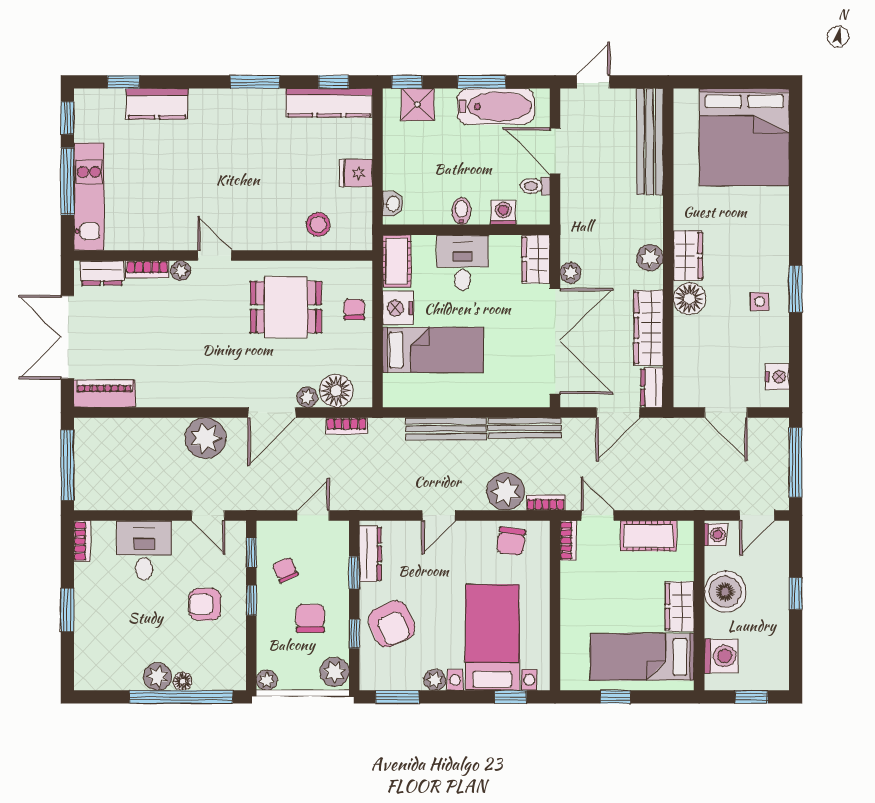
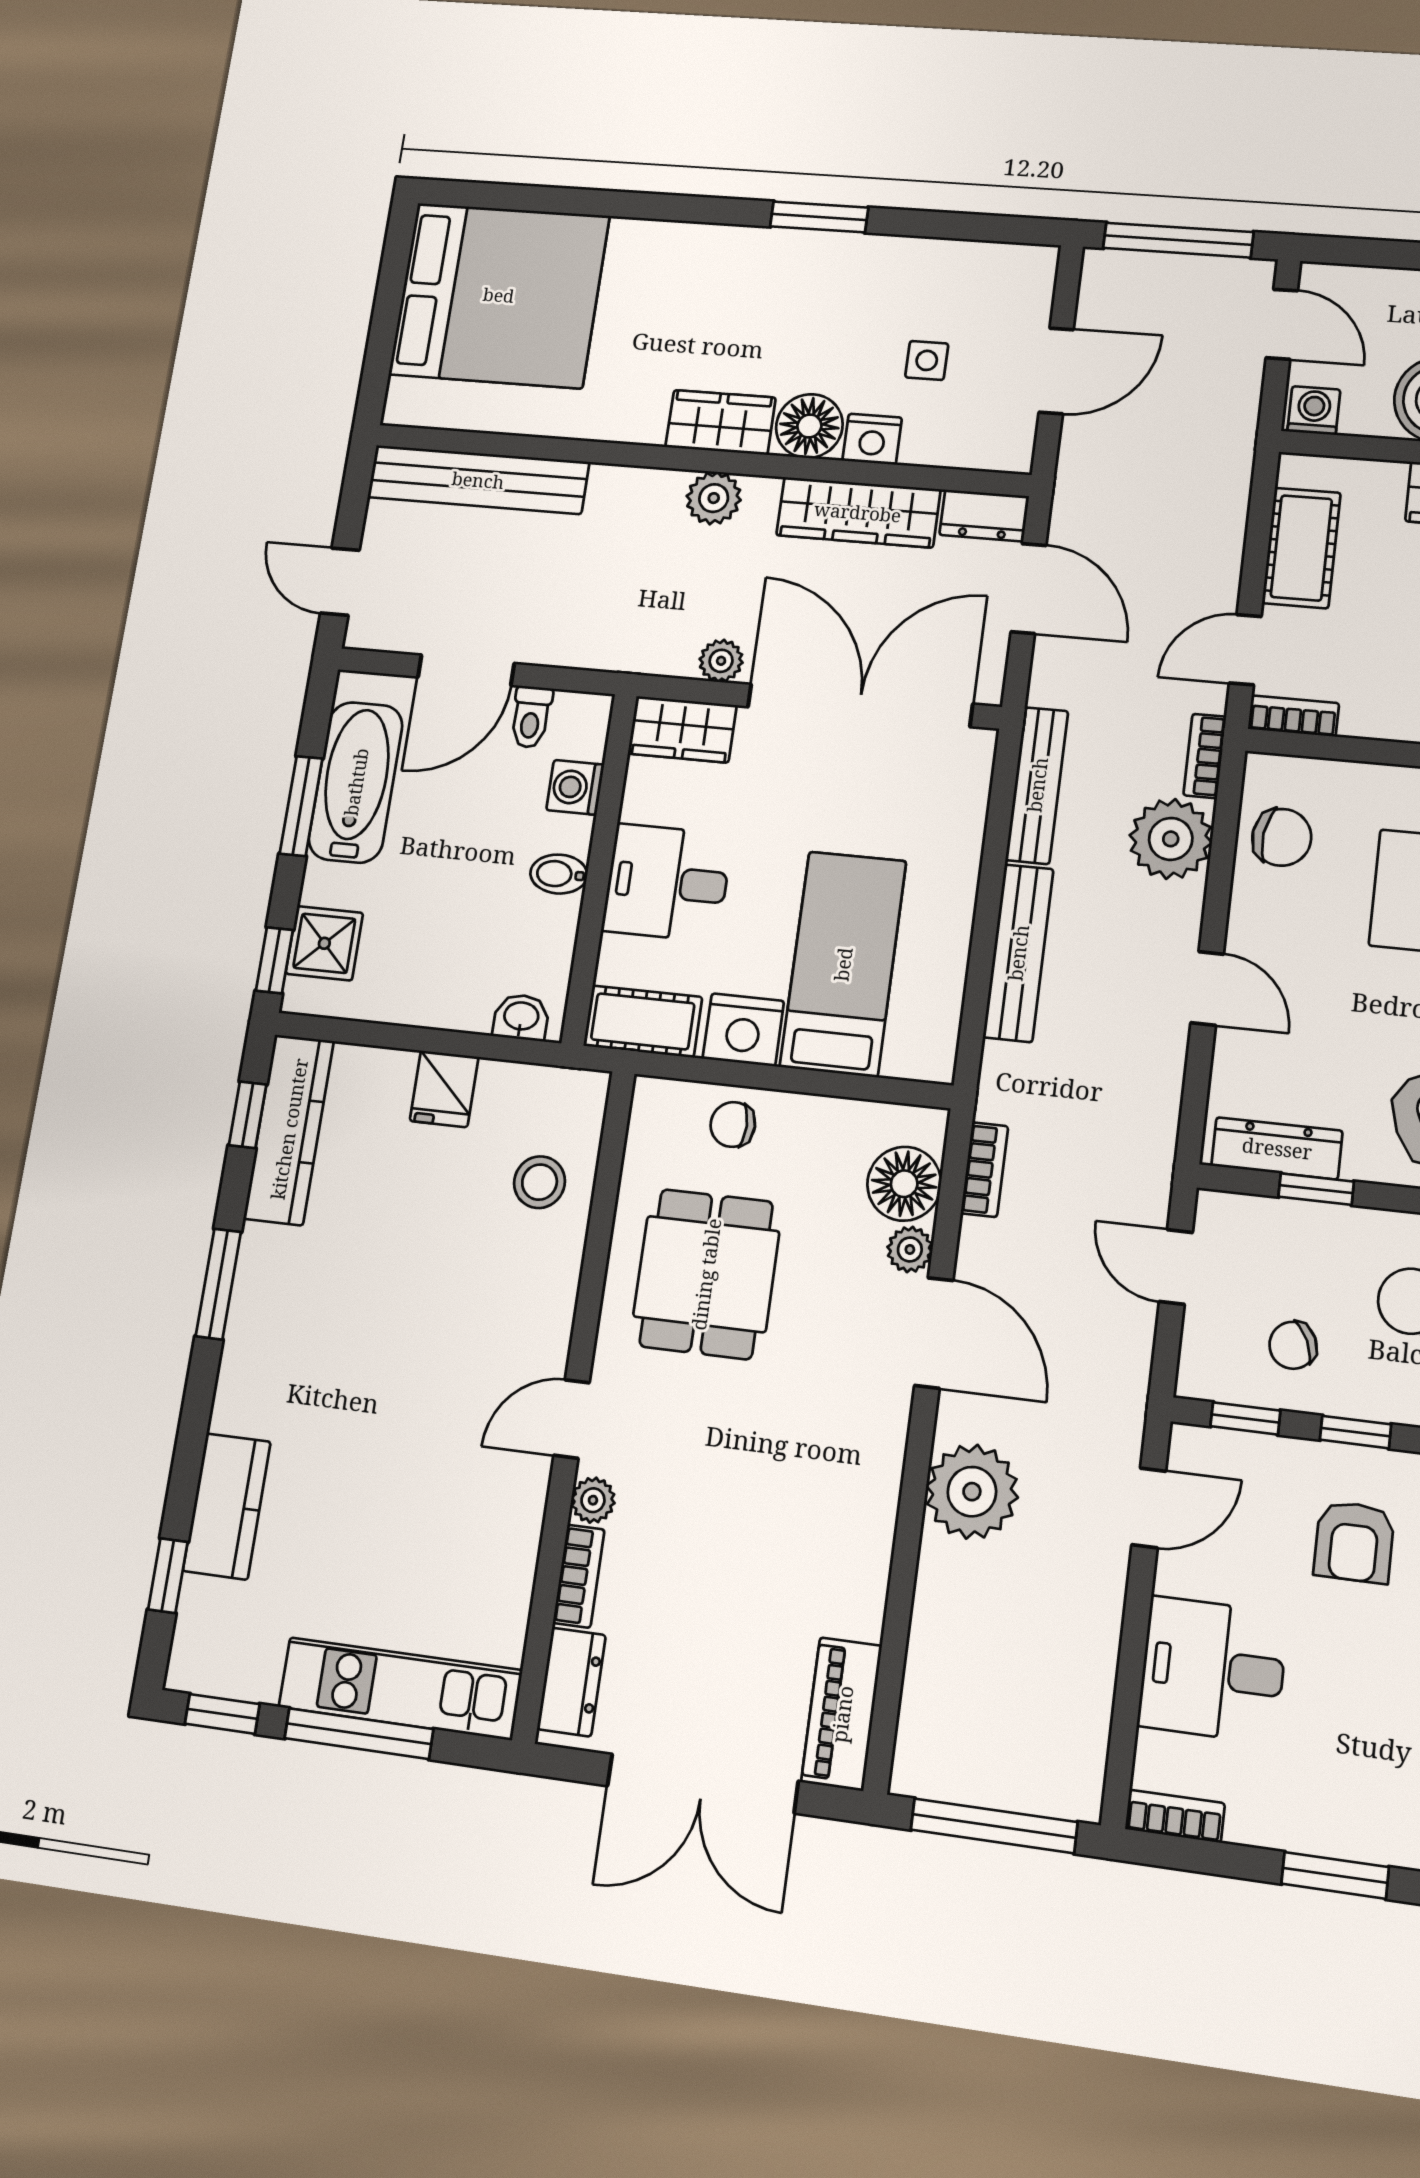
side table: (760, 302) -> (927, 360), moved
nightstand: (777, 377) -> (872, 439), moved, turned 180

